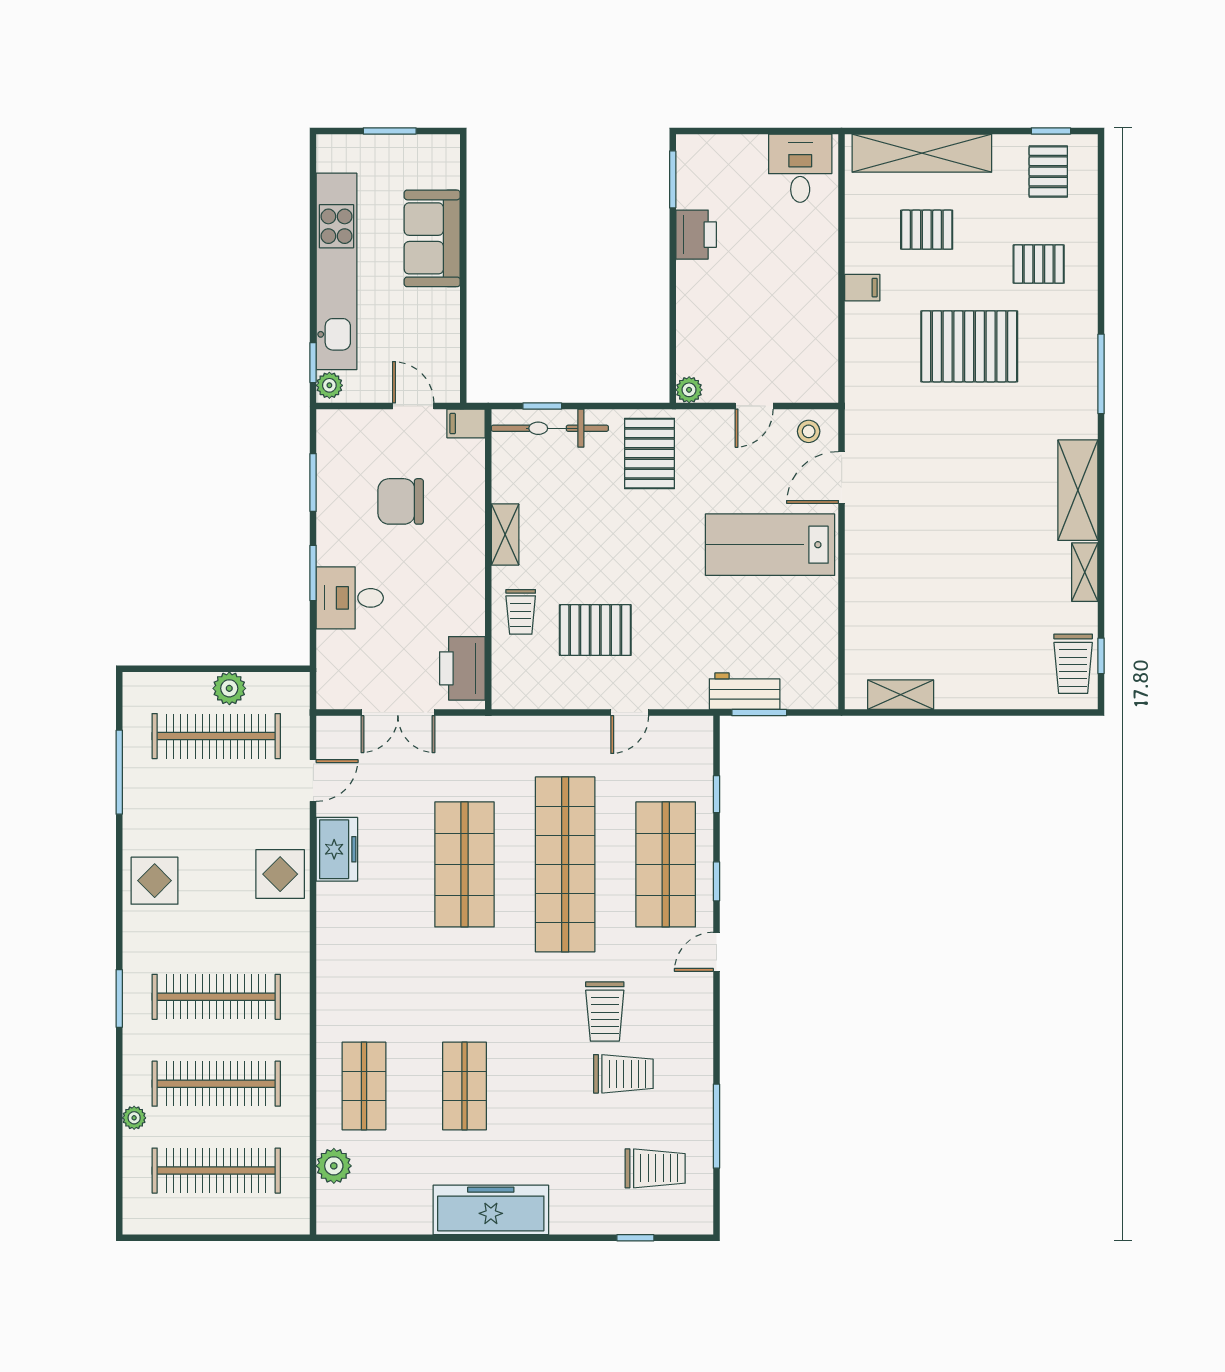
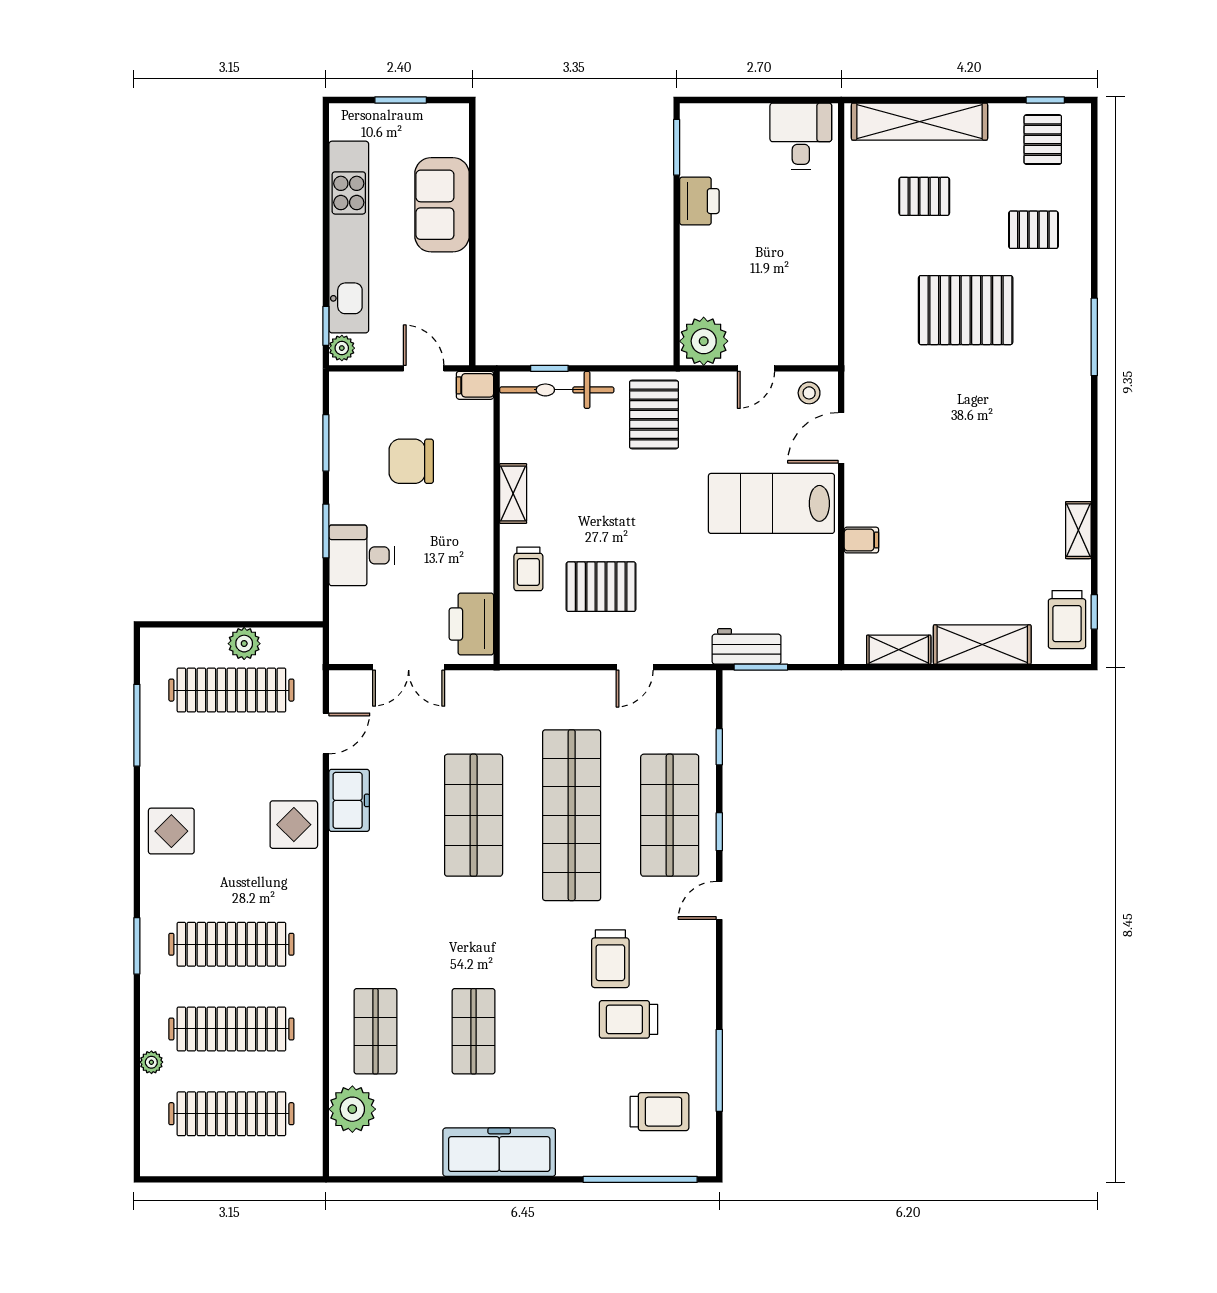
filing cabinet: (862, 288) -> (861, 540), moved
plant: (689, 390) -> (704, 341), width x1.88, depth x1.88
shelving: (1078, 490) -> (982, 644), moved, turned 90
trolley: (623, 1074) -> (628, 1019), turned 180
plant: (334, 1166) -> (352, 1109), width x1.36, depth x1.36
window: (635, 1238) -> (640, 1179), width x3.17

